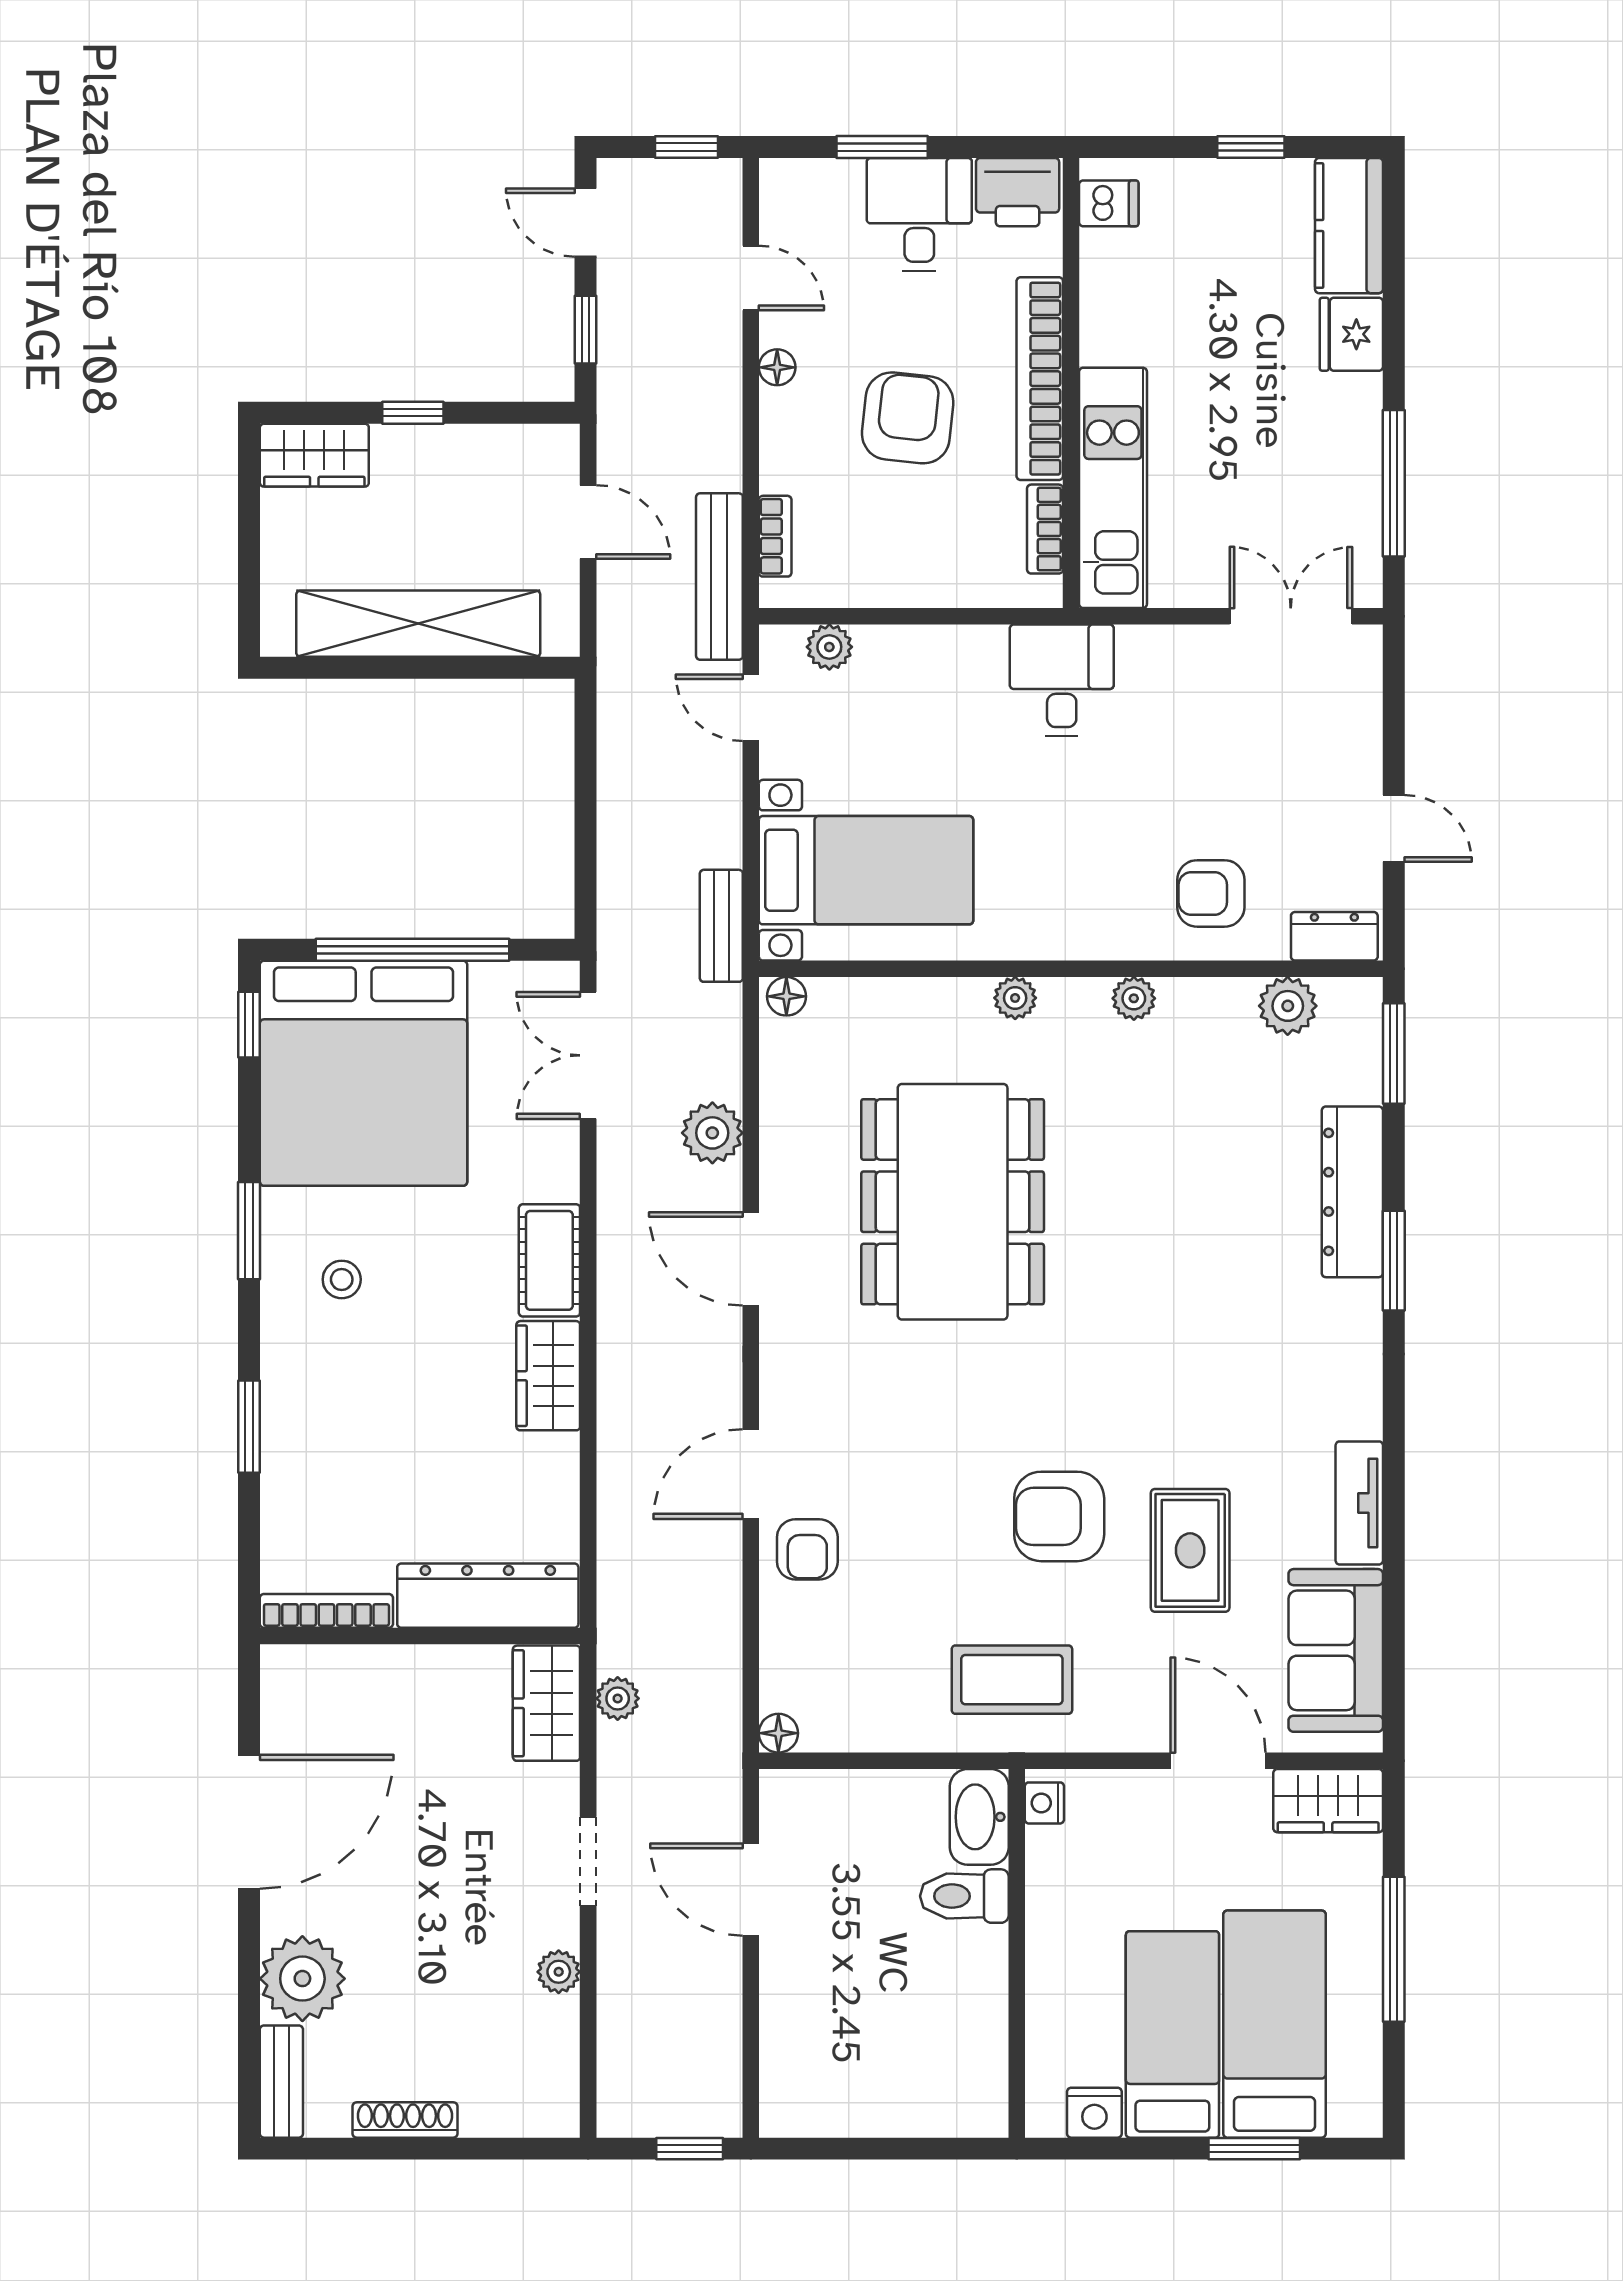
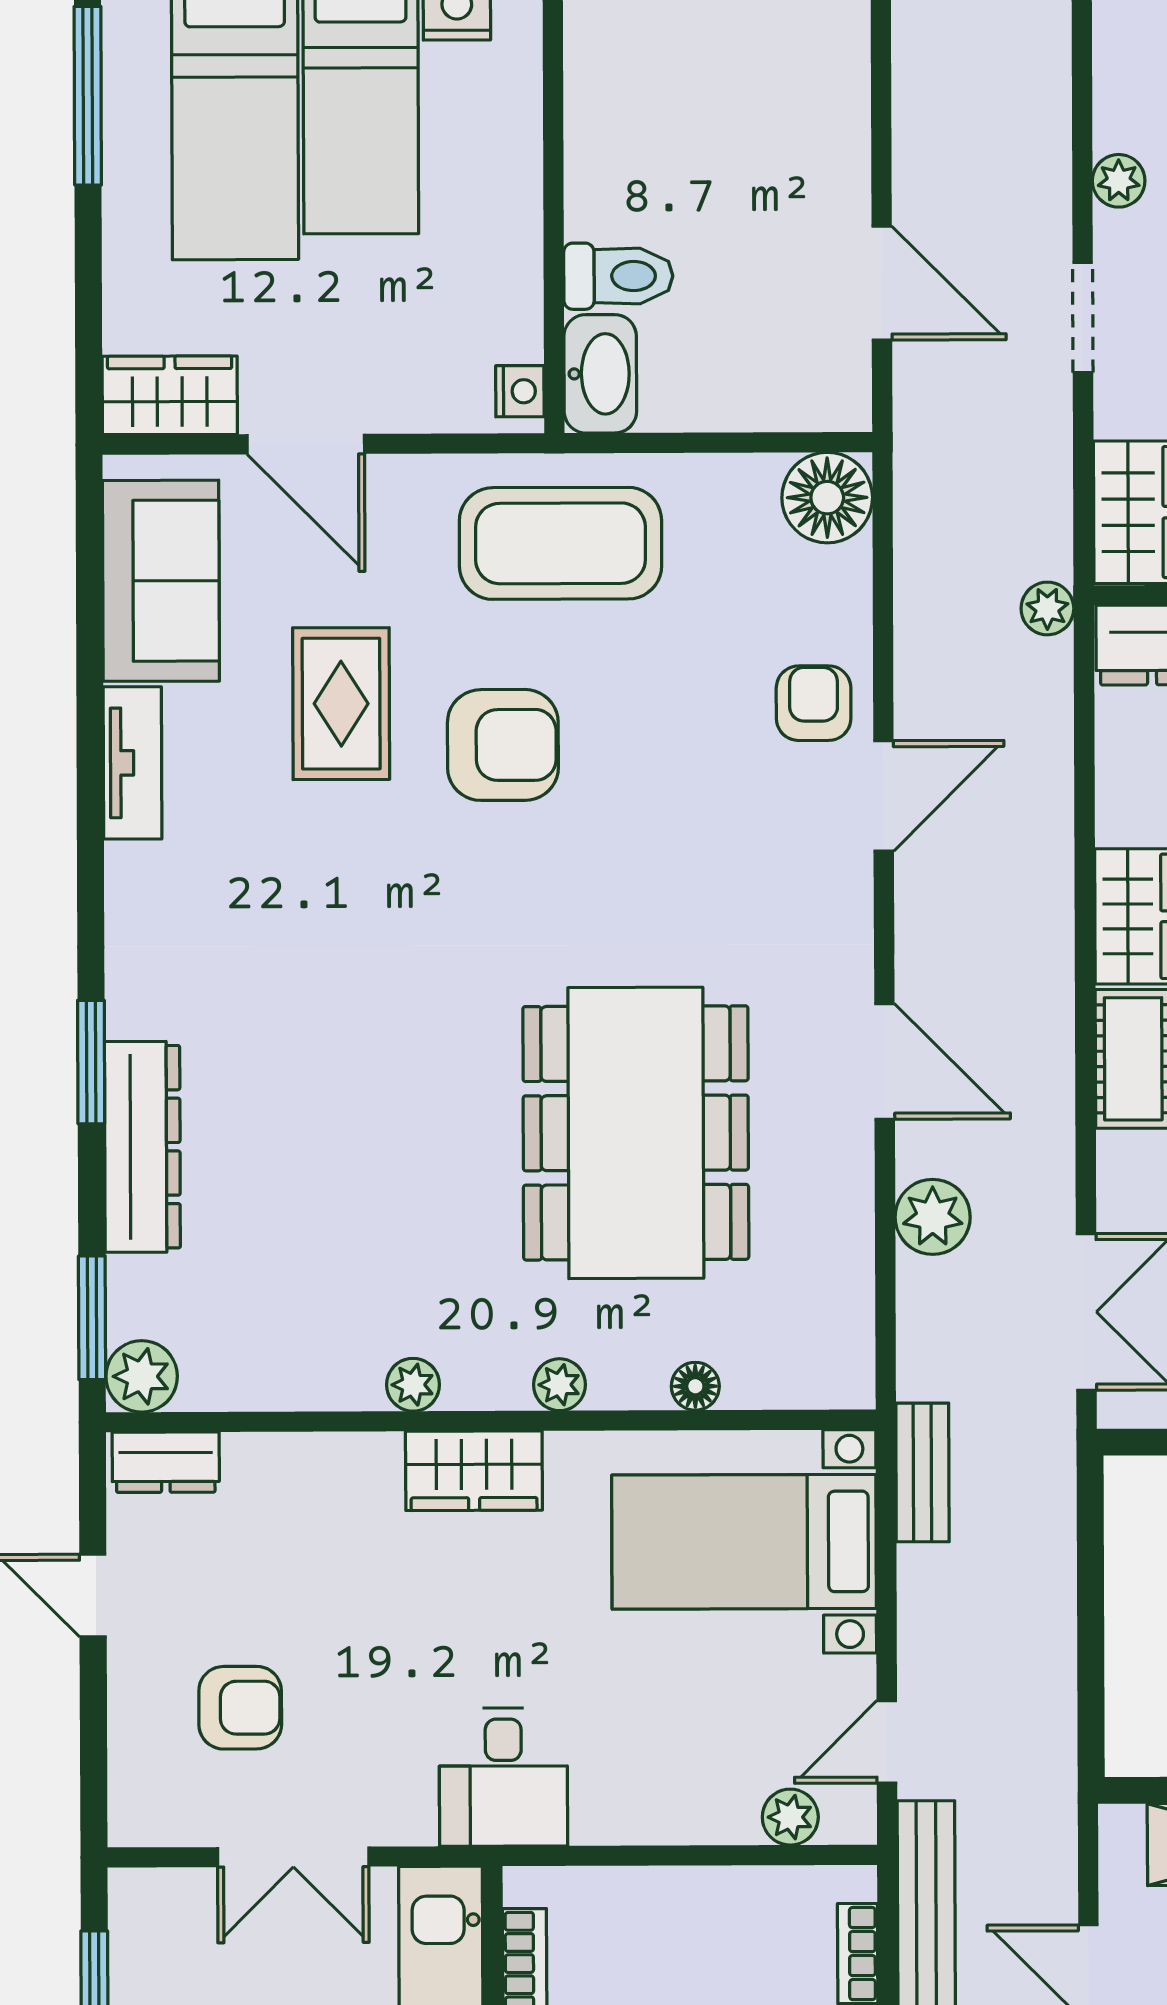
double door: (1291, 616) -> (293, 1857), moved
door: (751, 708) -> (887, 1742), swing flipped
armchair: (1211, 893) -> (240, 1708), moved
wardrobe: (1085, 929) -> (474, 1471), added
floor lamp: (786, 996) -> (695, 1386), moved
plant: (1288, 1006) -> (142, 1376), moved
coffee table: (1012, 1680) -> (561, 543), width x1.36, depth x1.32
plant: (618, 1698) -> (1047, 608), moved
floor lamp: (778, 1733) -> (827, 498), width x1.89, depth x1.89
window: (1394, 1949) -> (88, 96), moved

